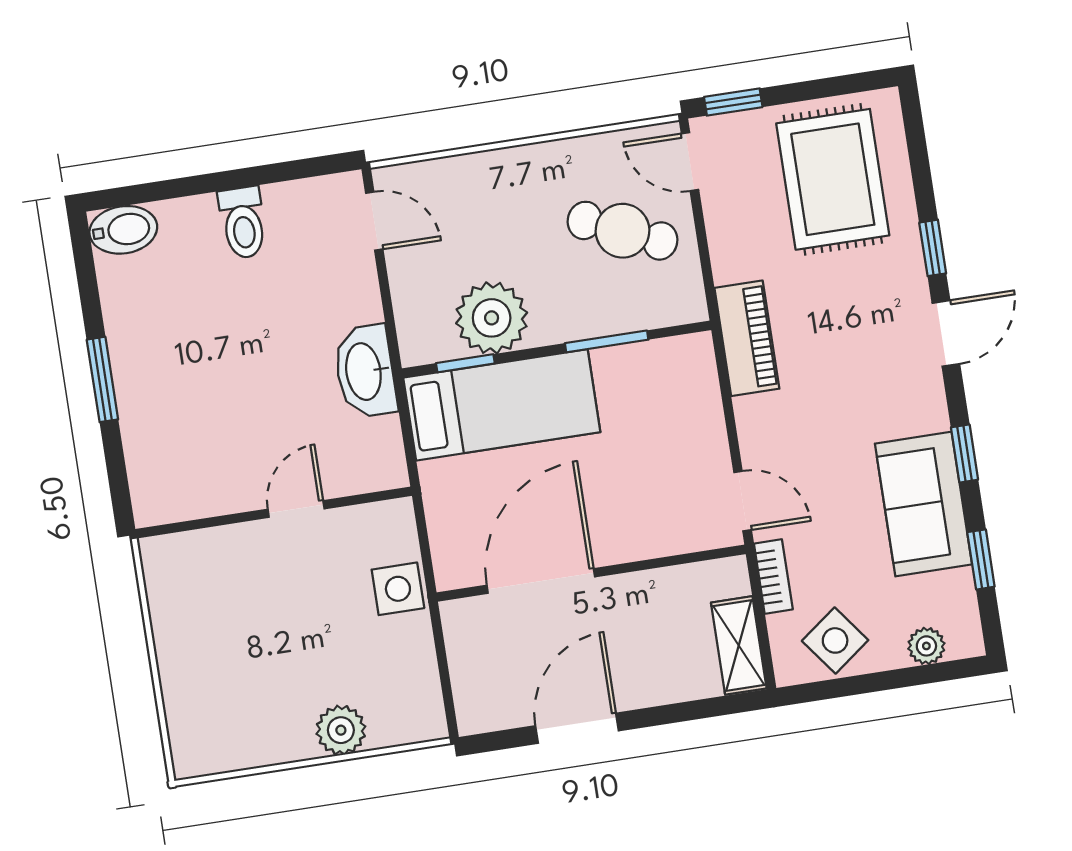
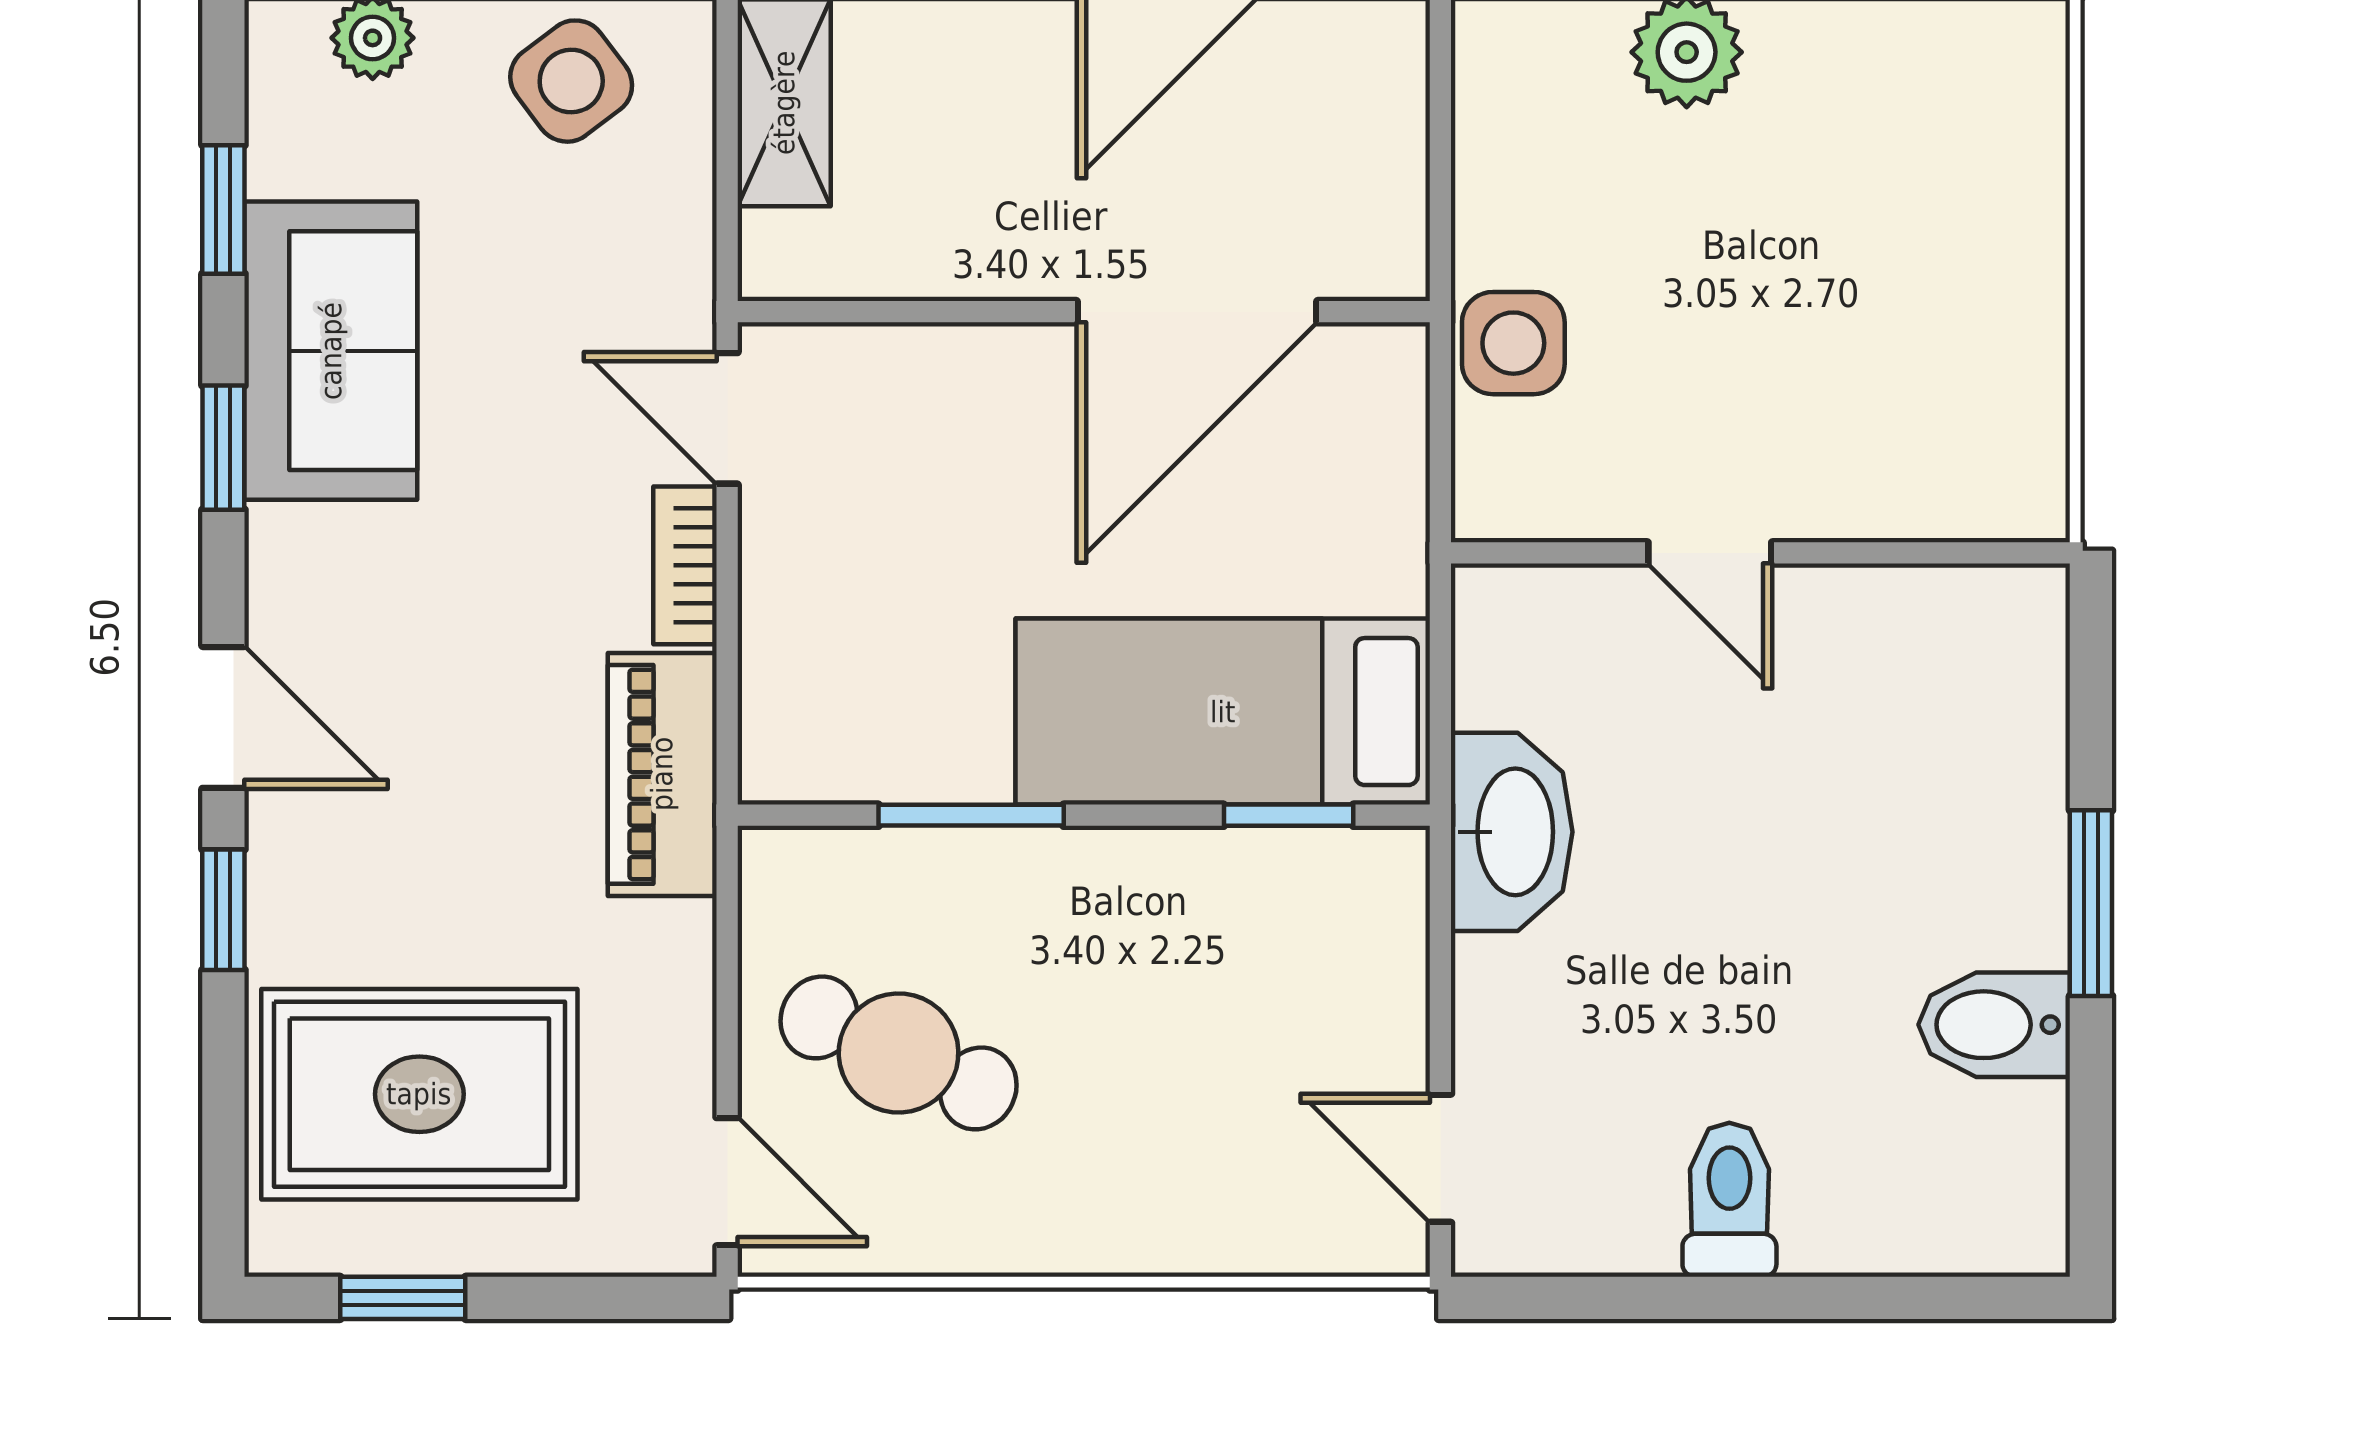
window: (733, 102) -> (403, 1298), moved
rug: (833, 179) -> (419, 1094), turned 90
bidet: (123, 230) -> (1994, 1025), moved
plant: (492, 318) -> (1216, 906), removed
door: (946, 333) -> (223, 717), swing flipped
door: (296, 509) -> (1710, 553), hinge flipped
bookcase: (773, 576) -> (685, 565), moved

